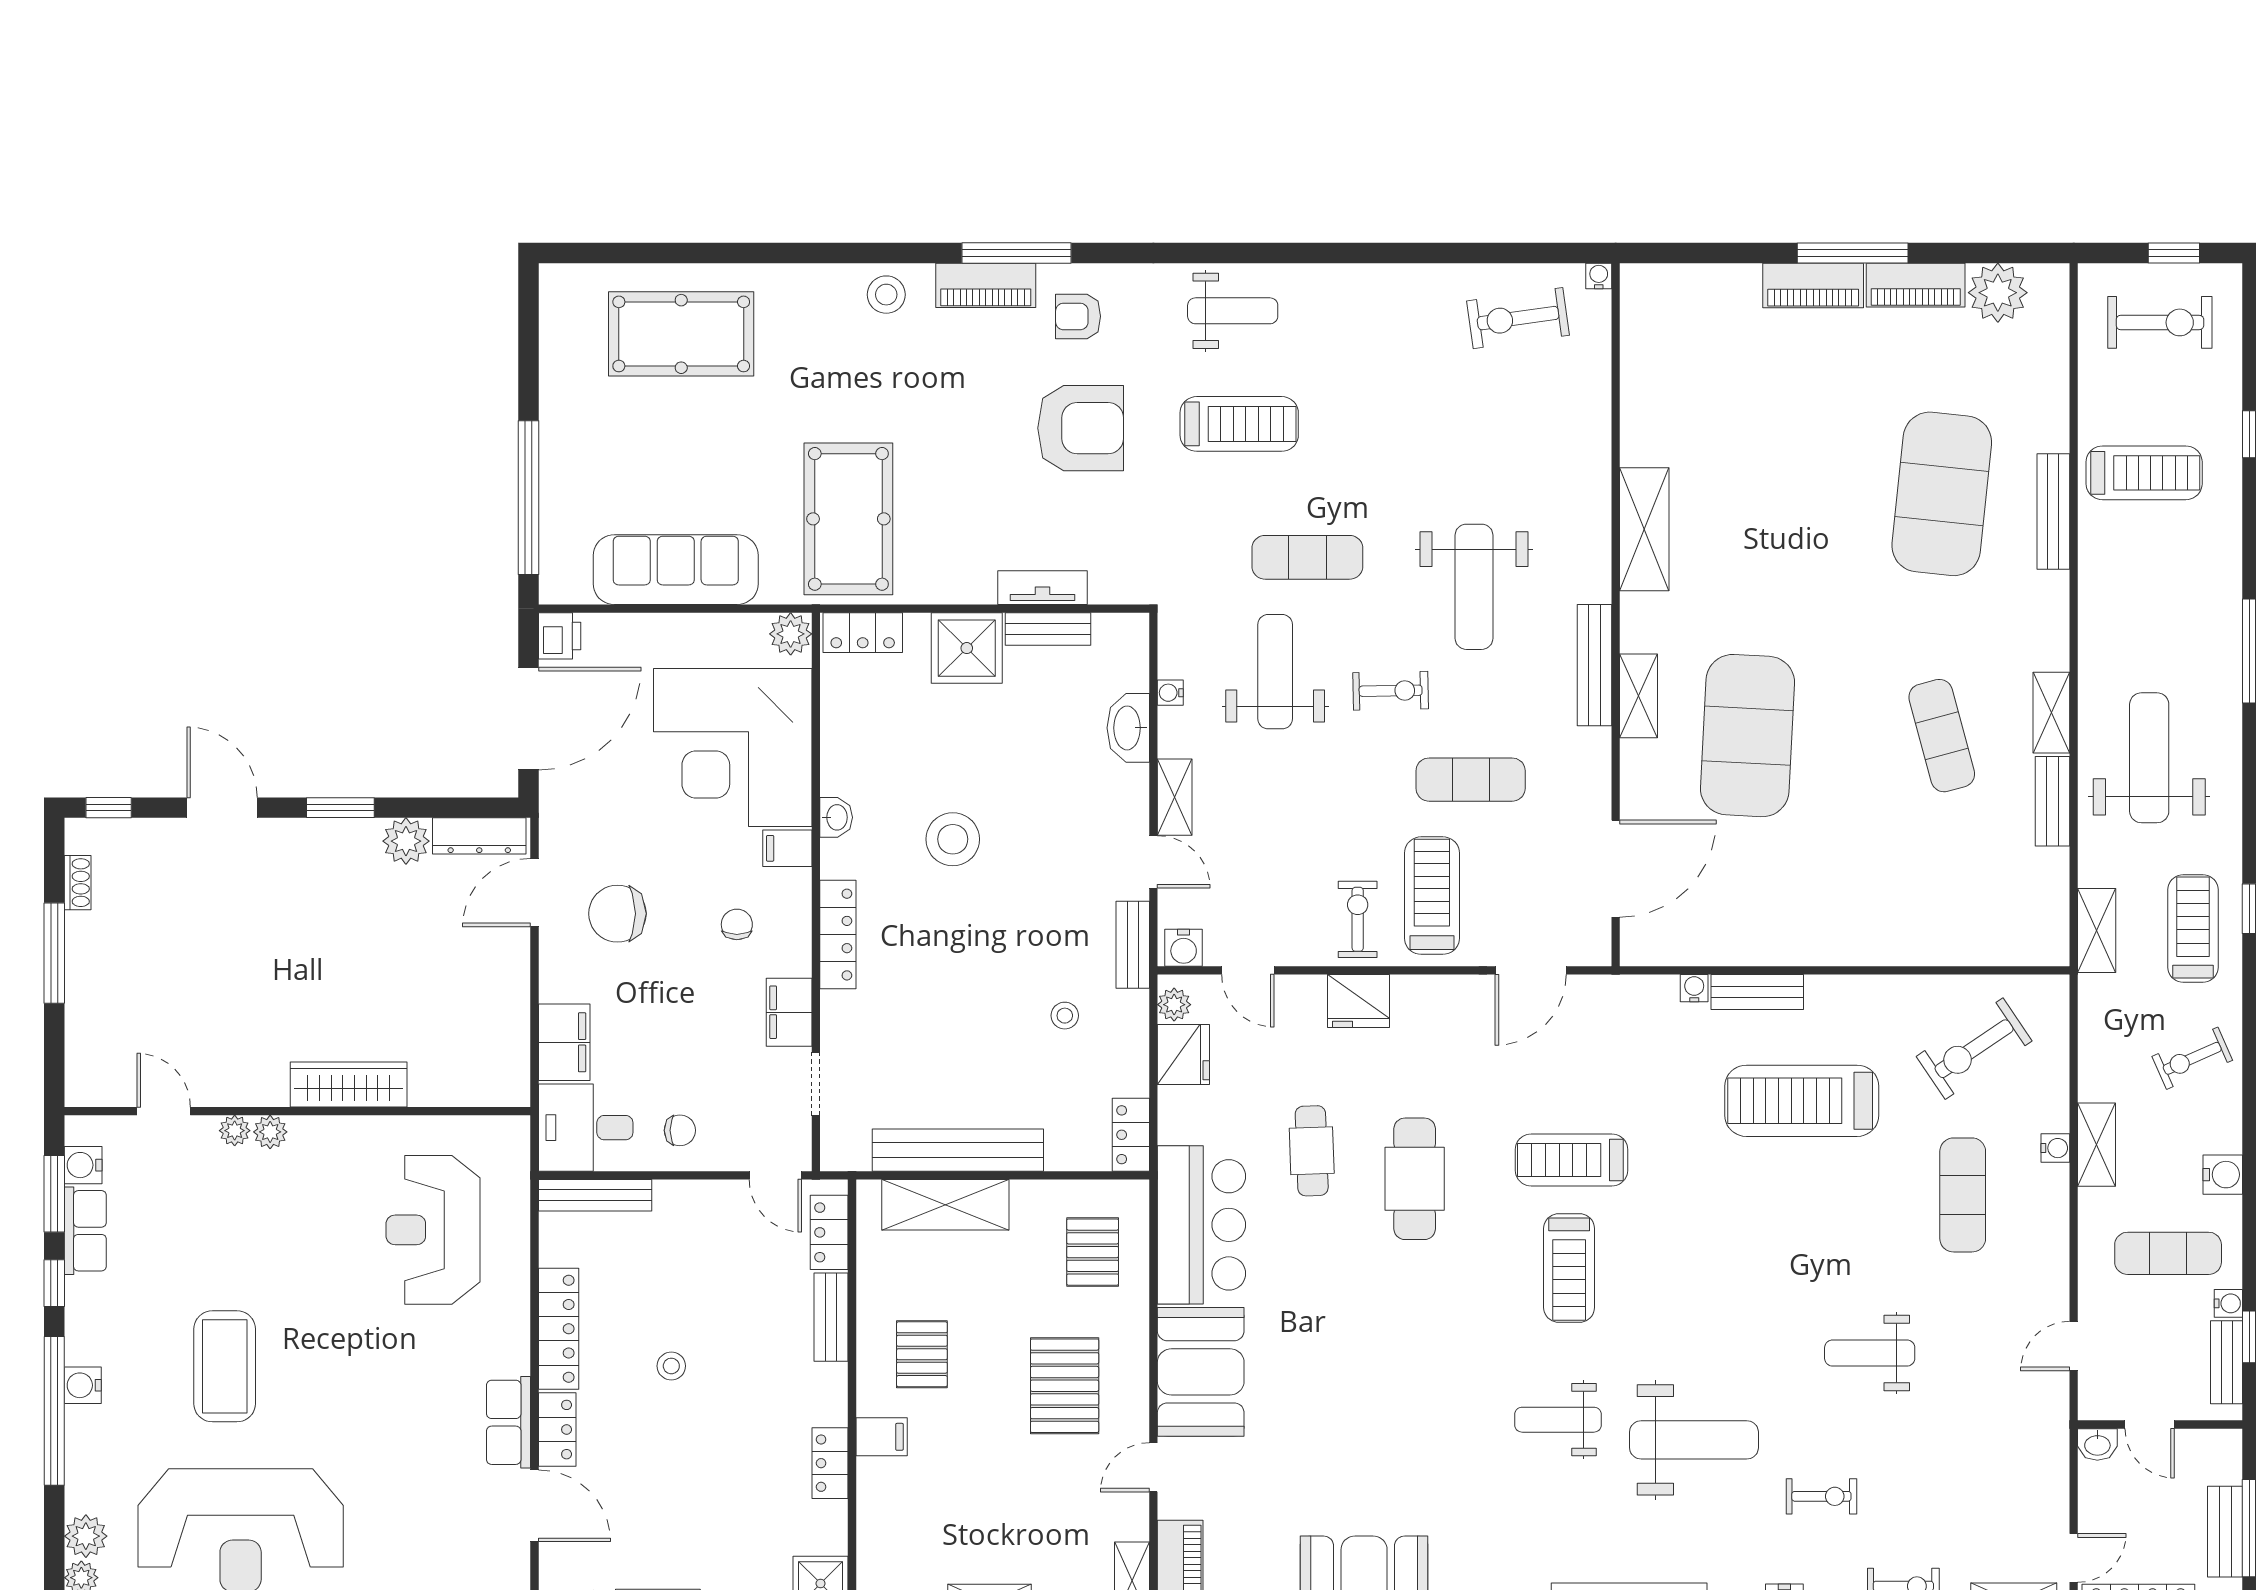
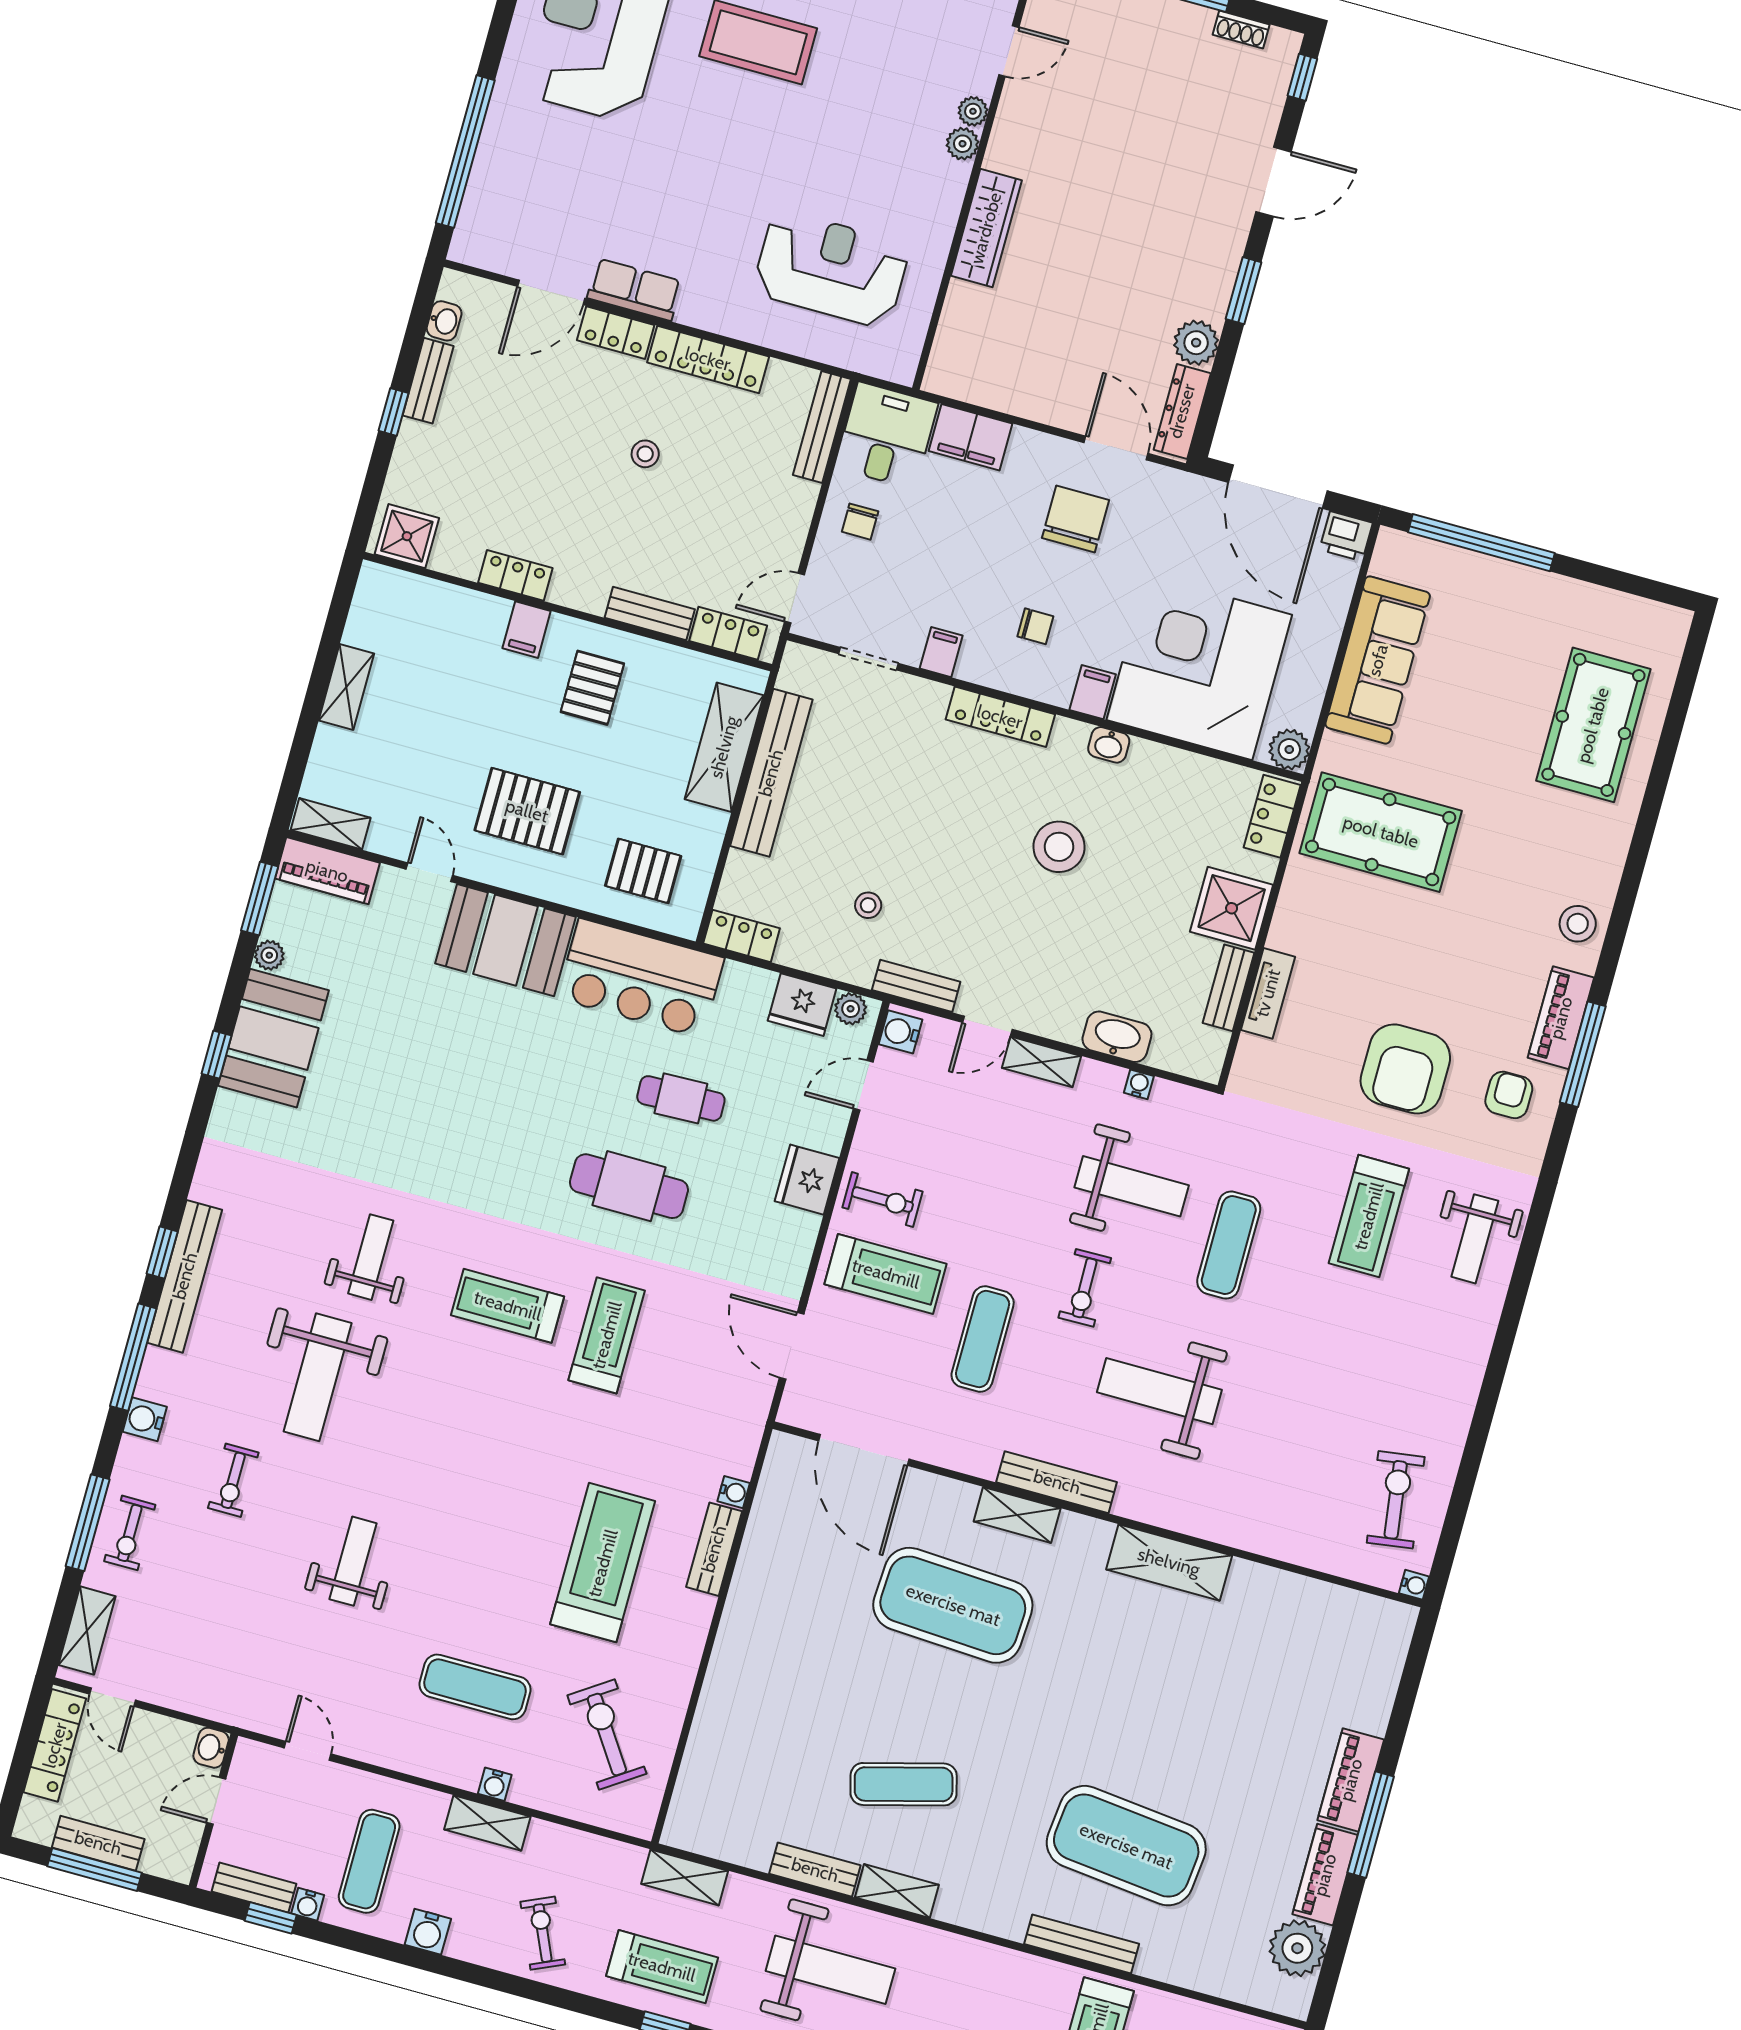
filing cabinet: (789, 1012) -> (941, 652), width x0.50
pallet: (922, 1354) -> (592, 688), turned 90

